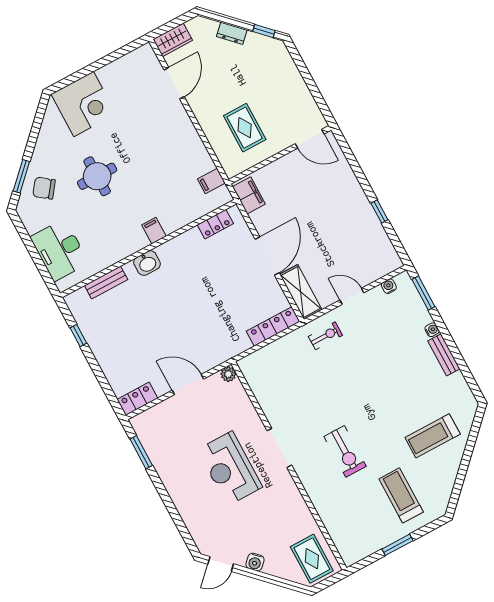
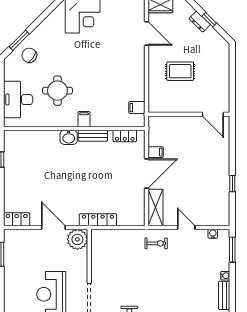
window: (264, 31) -> (209, 20), moved
door: (174, 83) -> (147, 33), hinge flipped
rug: (245, 128) -> (180, 71), moved, turned 90
round table: (97, 176) -> (57, 91), moved
filing cabinet: (249, 195) -> (156, 152), moved, width x0.50
bench: (106, 283) -> (93, 136), moved
locker: (273, 326) -> (98, 220), moved
plant: (228, 374) -> (77, 239), width x1.87, depth x1.87

